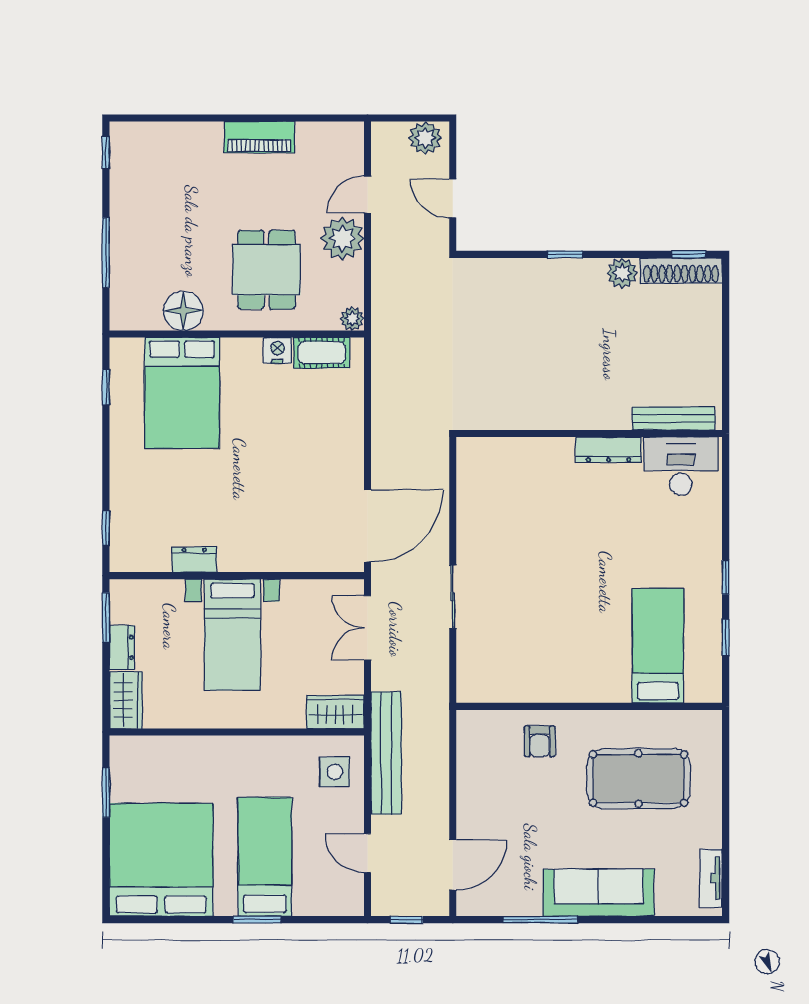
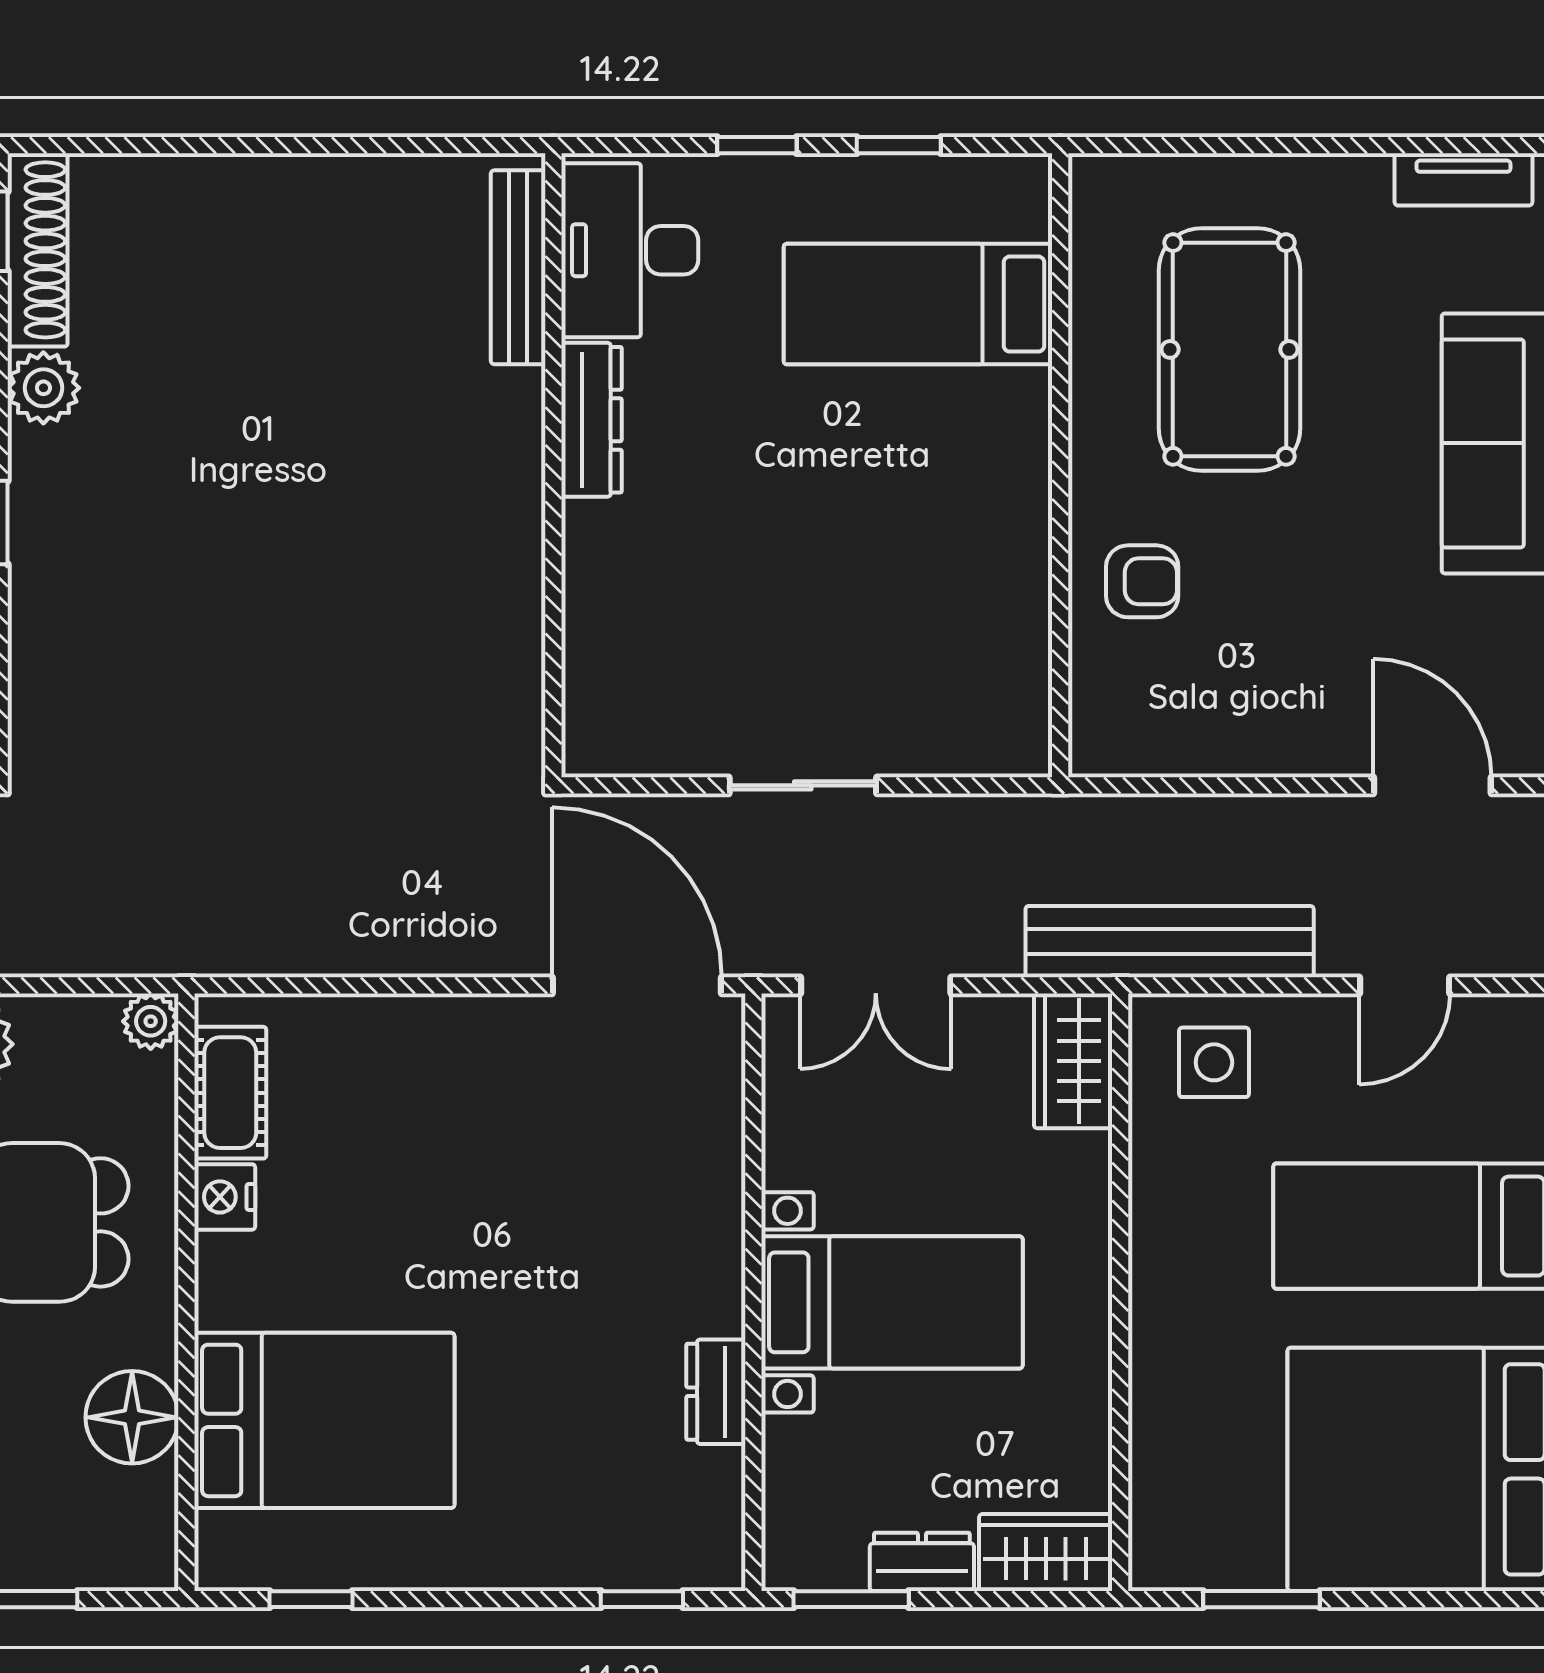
bench: (674, 418) -> (518, 267), moved
wall: (589, 433) -> (553, 465), moved
dresser: (609, 450) -> (591, 420), moved
desk: (681, 466) -> (630, 250), moved

